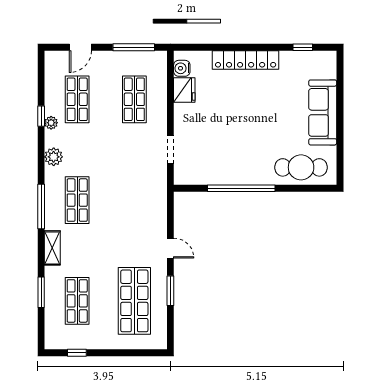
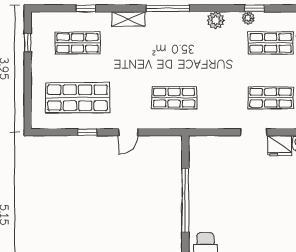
doorway: (170, 150) -> (254, 132), moved
shop shelf: (77, 200) -> (174, 98), moved
window: (170, 291) -> (87, 132), width x0.67
window: (41, 292) -> (86, 8), width x0.67

